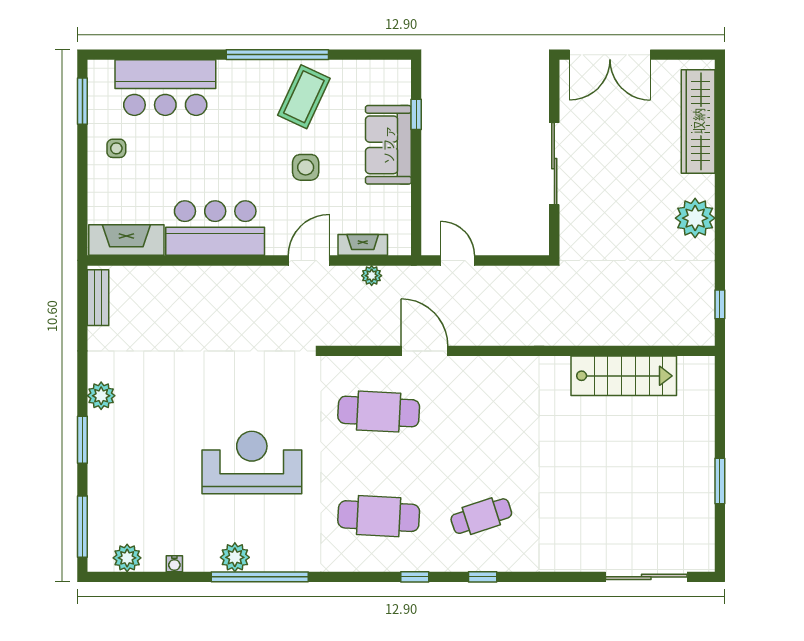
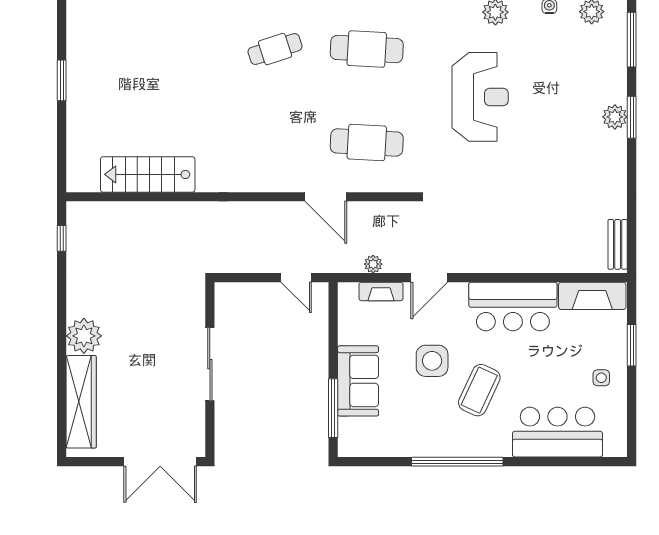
double door: (610, 55) -> (160, 462), swing flipped
coffee table: (304, 97) -> (479, 390), moved
window: (82, 101) -> (632, 345), moved
window: (416, 114) -> (333, 408), width x2.17
side table: (306, 167) -> (432, 361), width x1.37, depth x1.37
plant: (695, 218) -> (84, 336), moved
plant: (101, 396) -> (615, 117), moved
reception desk: (252, 462) -> (480, 97), turned -90

